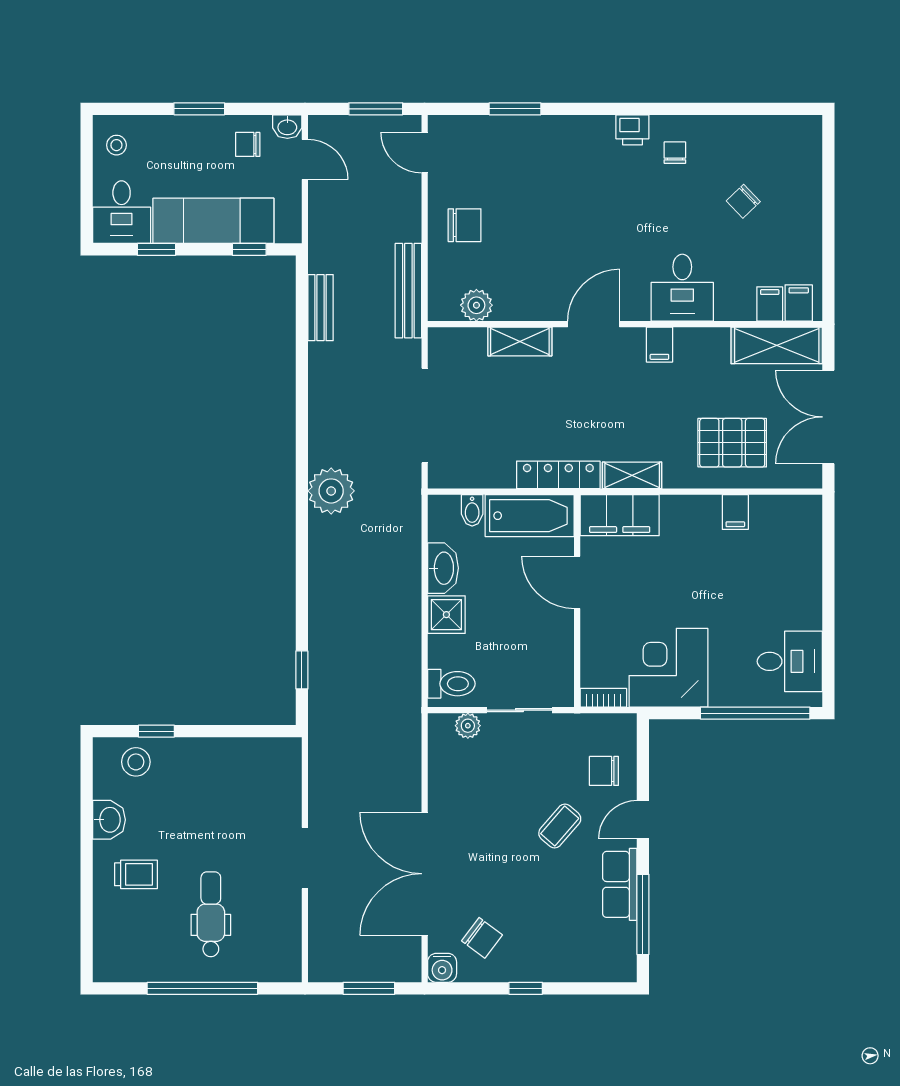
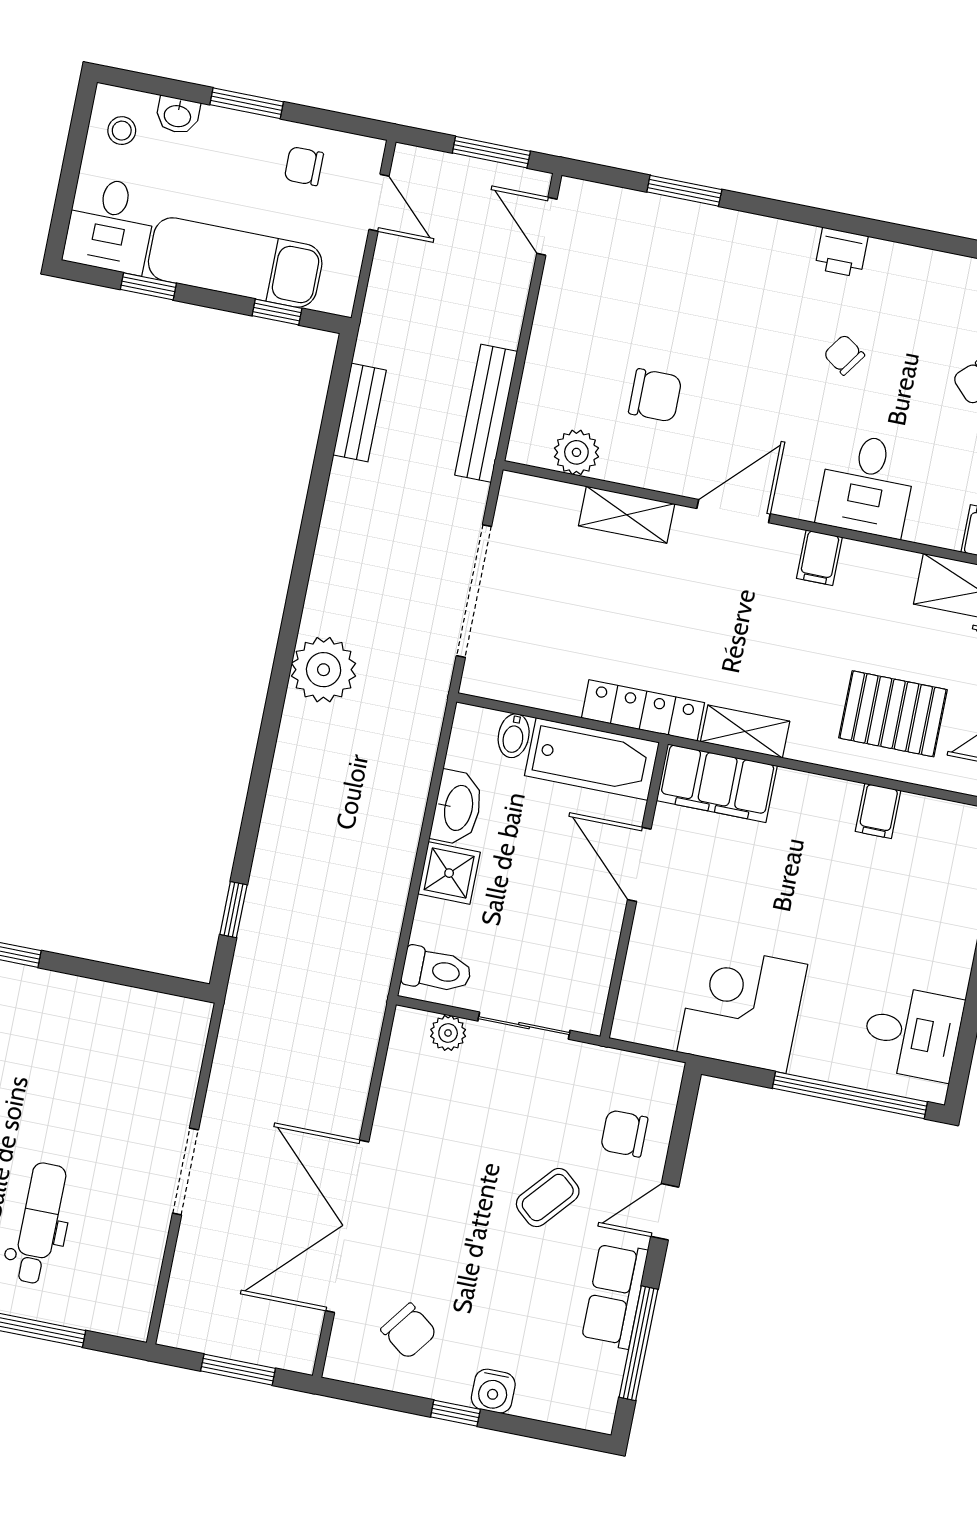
washbasin: (287, 127) -> (178, 115), moved
chair: (675, 153) -> (844, 355), moved, turned -55
chair: (465, 225) -> (655, 395), moved
bookcase: (603, 698) -> (644, 1032), removed
water cooler: (442, 968) -> (493, 1391), moved

